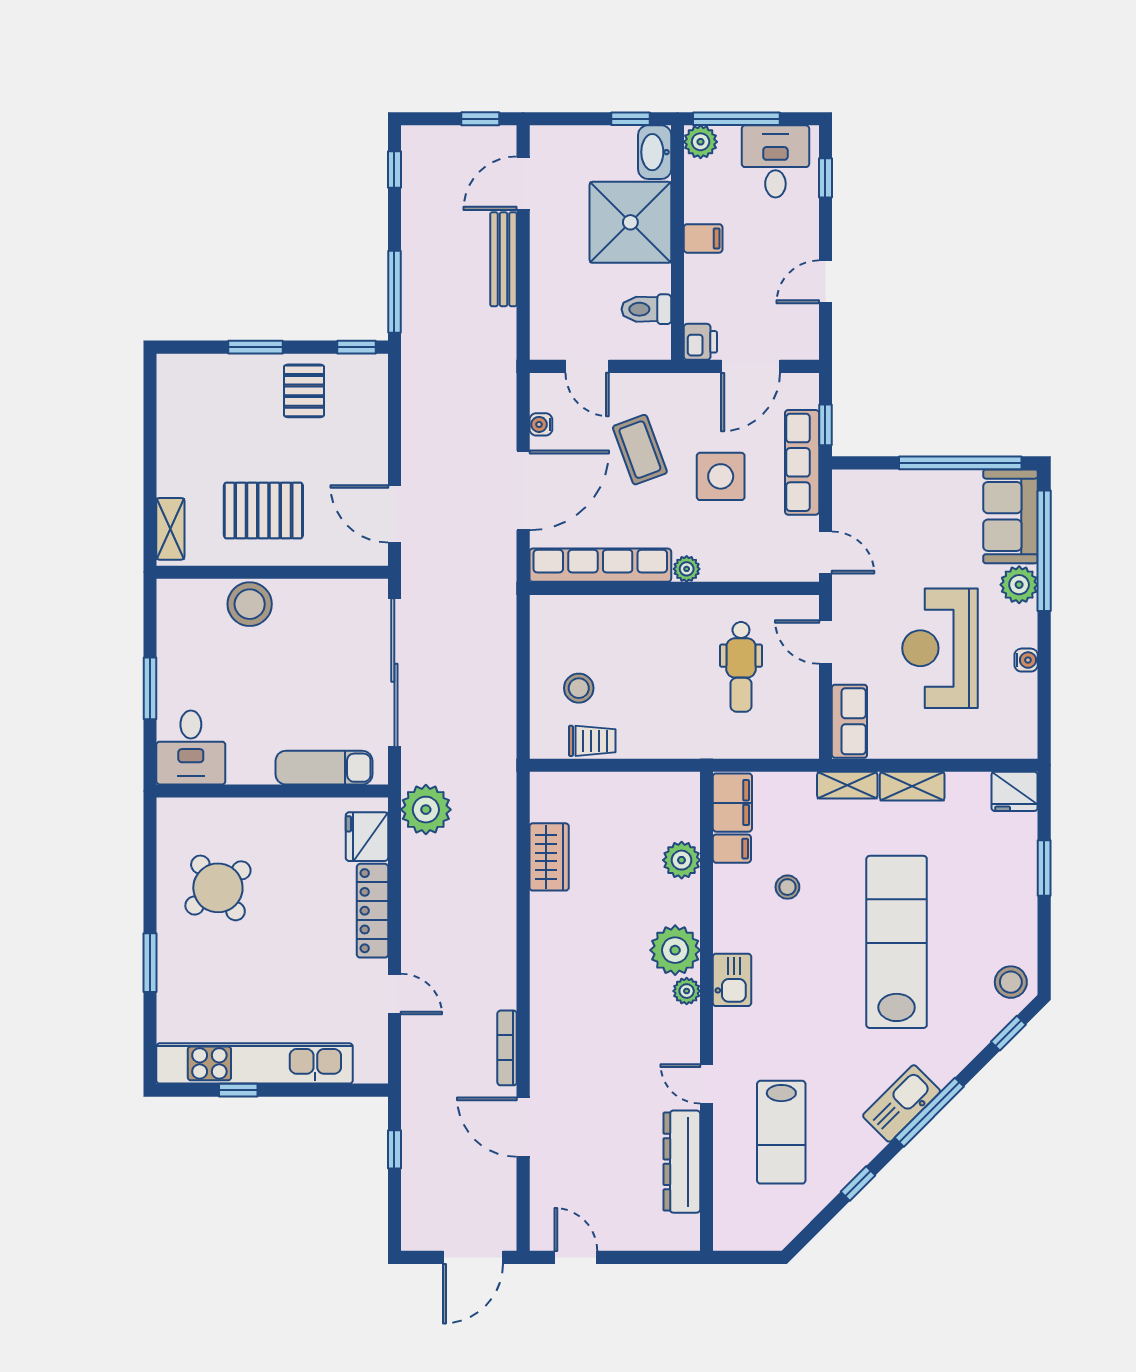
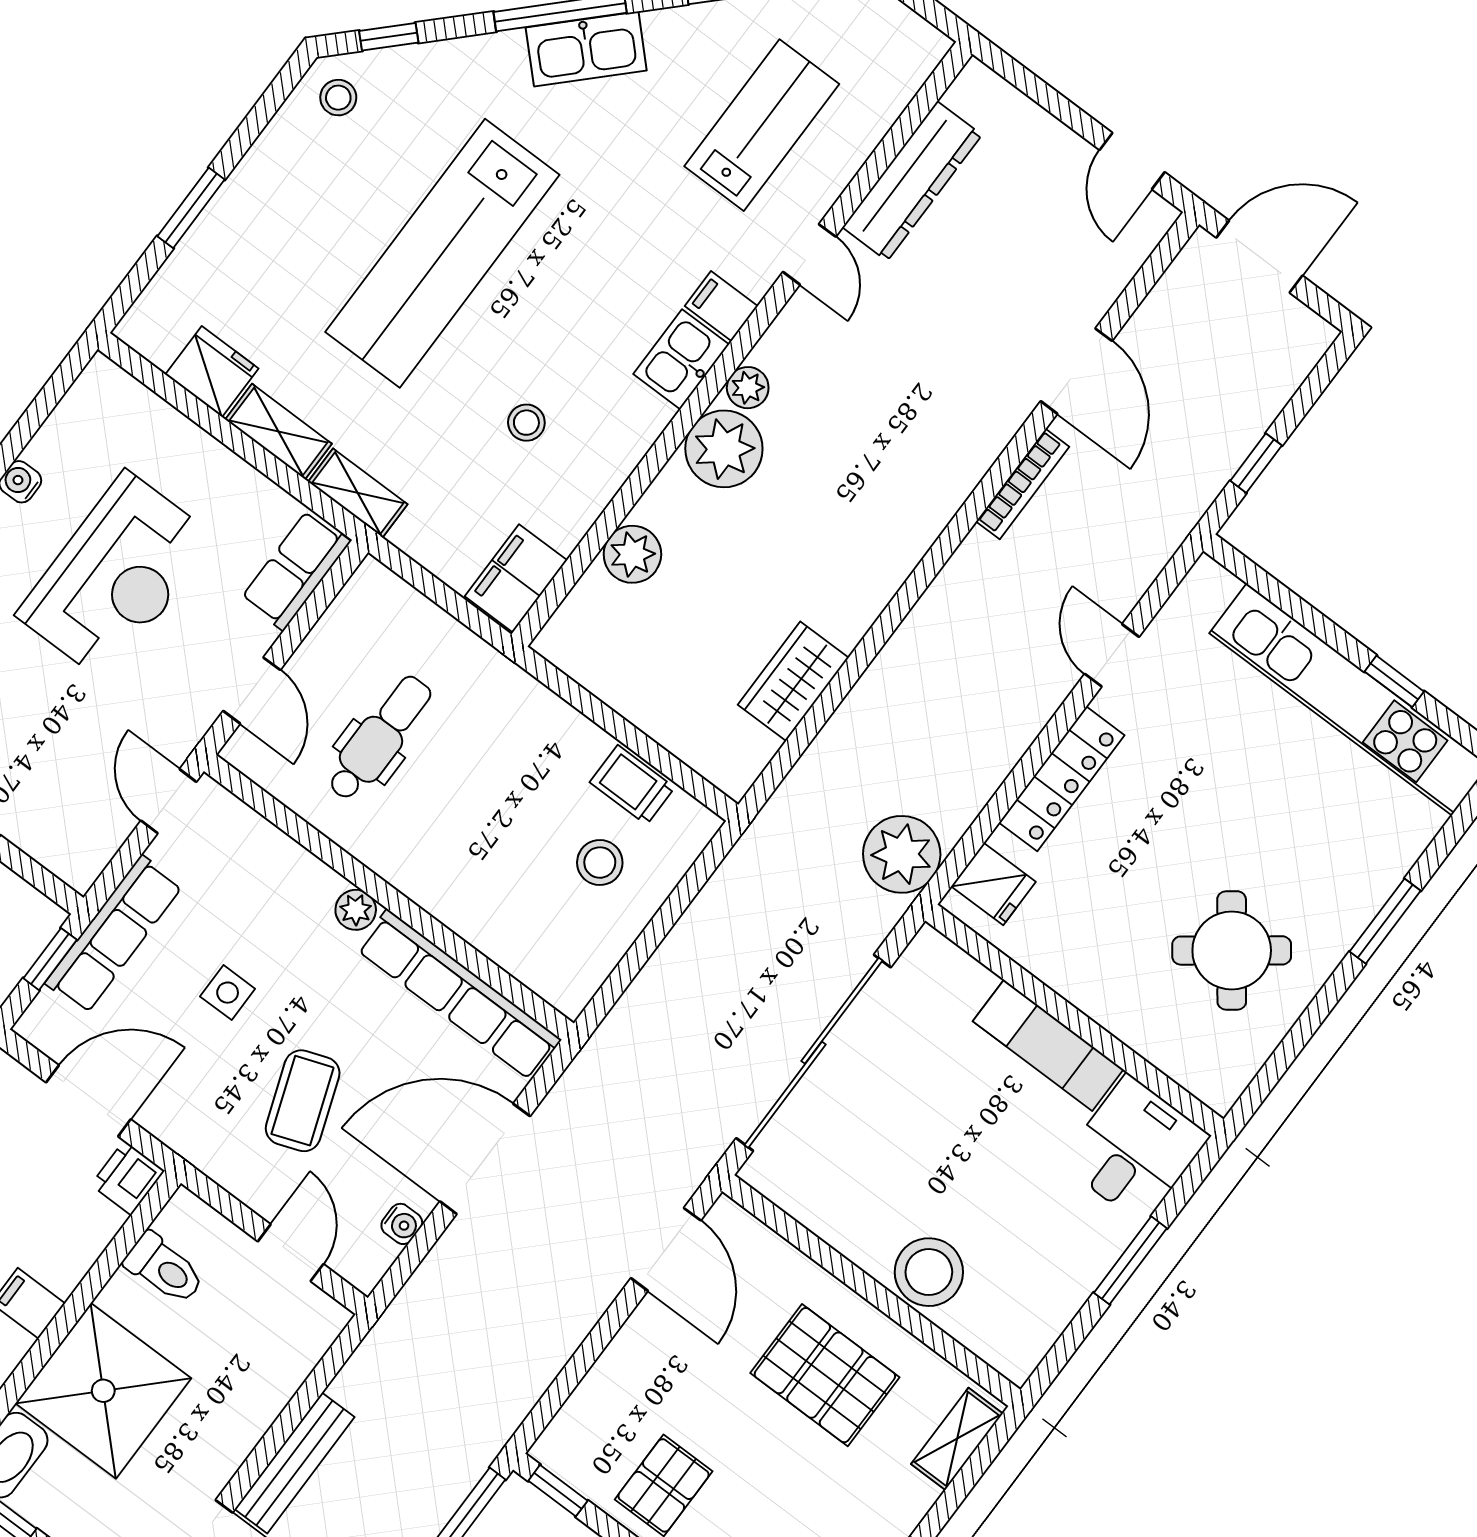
side table: (721, 476) -> (228, 993), width x0.54, depth x0.54
exam couch: (324, 768) -> (1048, 1045), moved
fridge: (1015, 791) -> (212, 371), moved
fridge: (367, 837) -> (993, 884), width x0.72
filing cabinet: (732, 849) -> (721, 306), moved
stool: (1011, 982) -> (338, 98), width x0.73, depth x0.73

